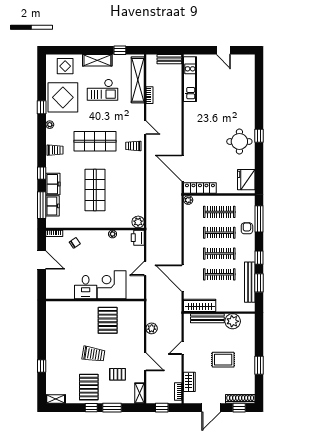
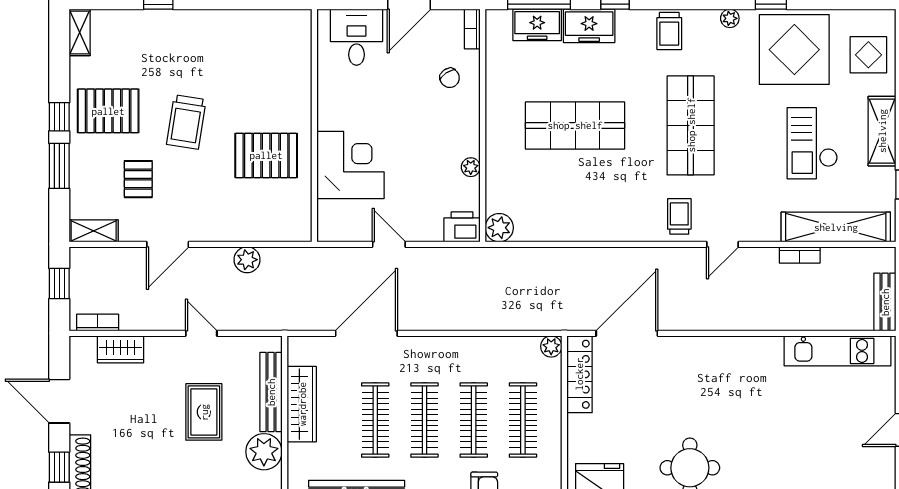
desk: (86, 287) -> (357, 37), moved, turned 90
wardrobe: (200, 305) -> (302, 404), moved
rug: (223, 360) -> (204, 412), moved

